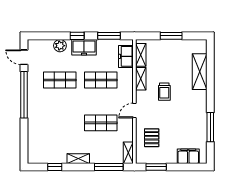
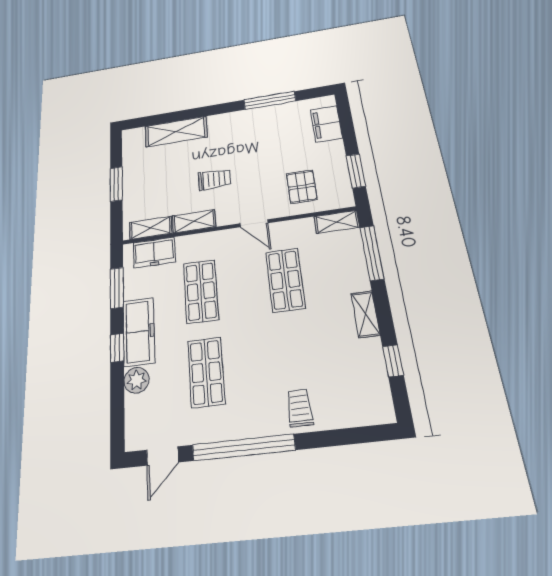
freezer: (84, 47) -> (139, 332), width x1.40
trolley: (38, 122) -> (300, 408), added
pallet: (152, 138) -> (302, 187), turned 90

